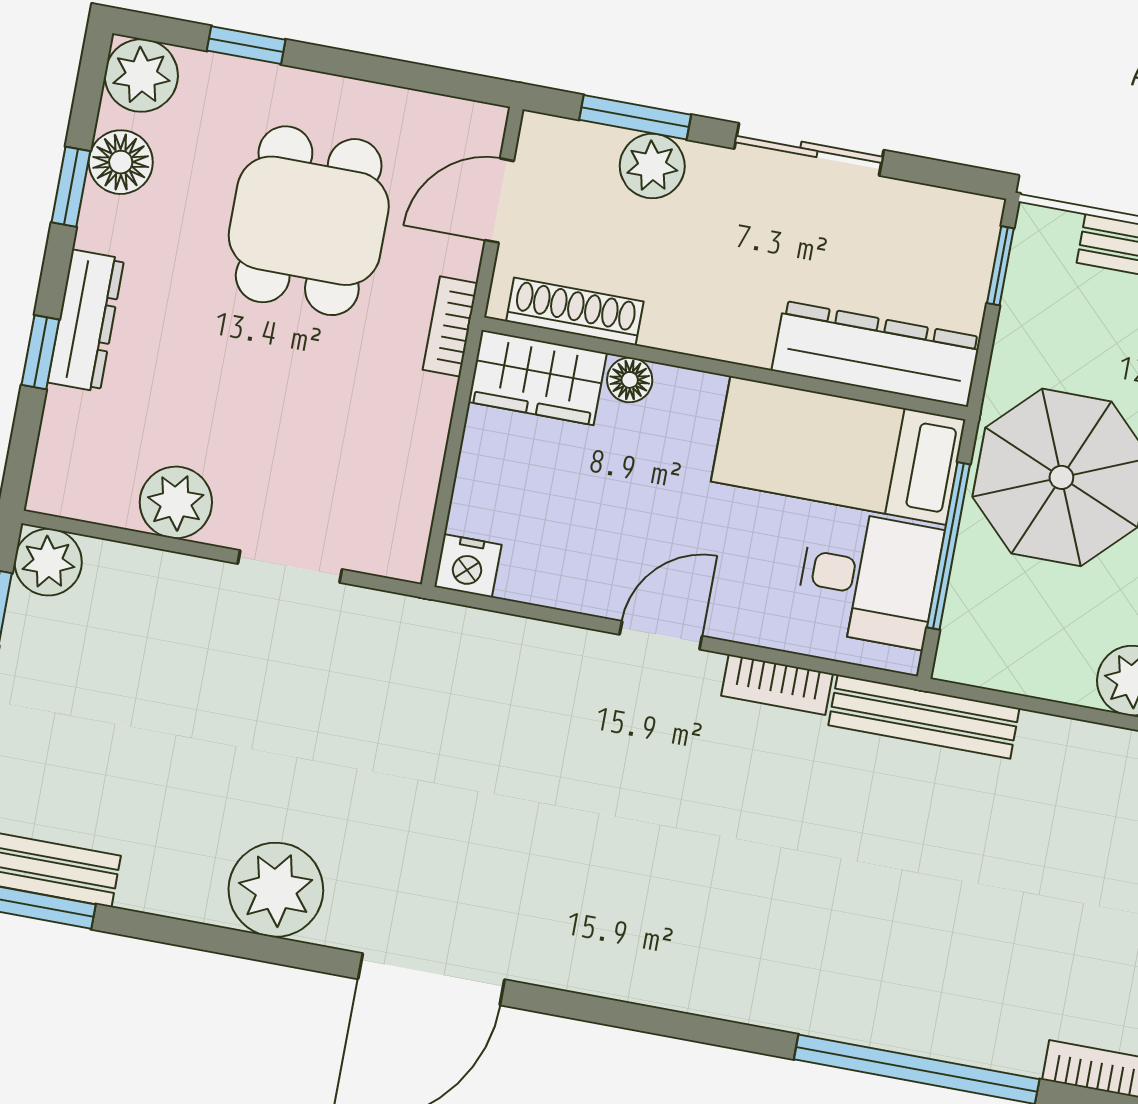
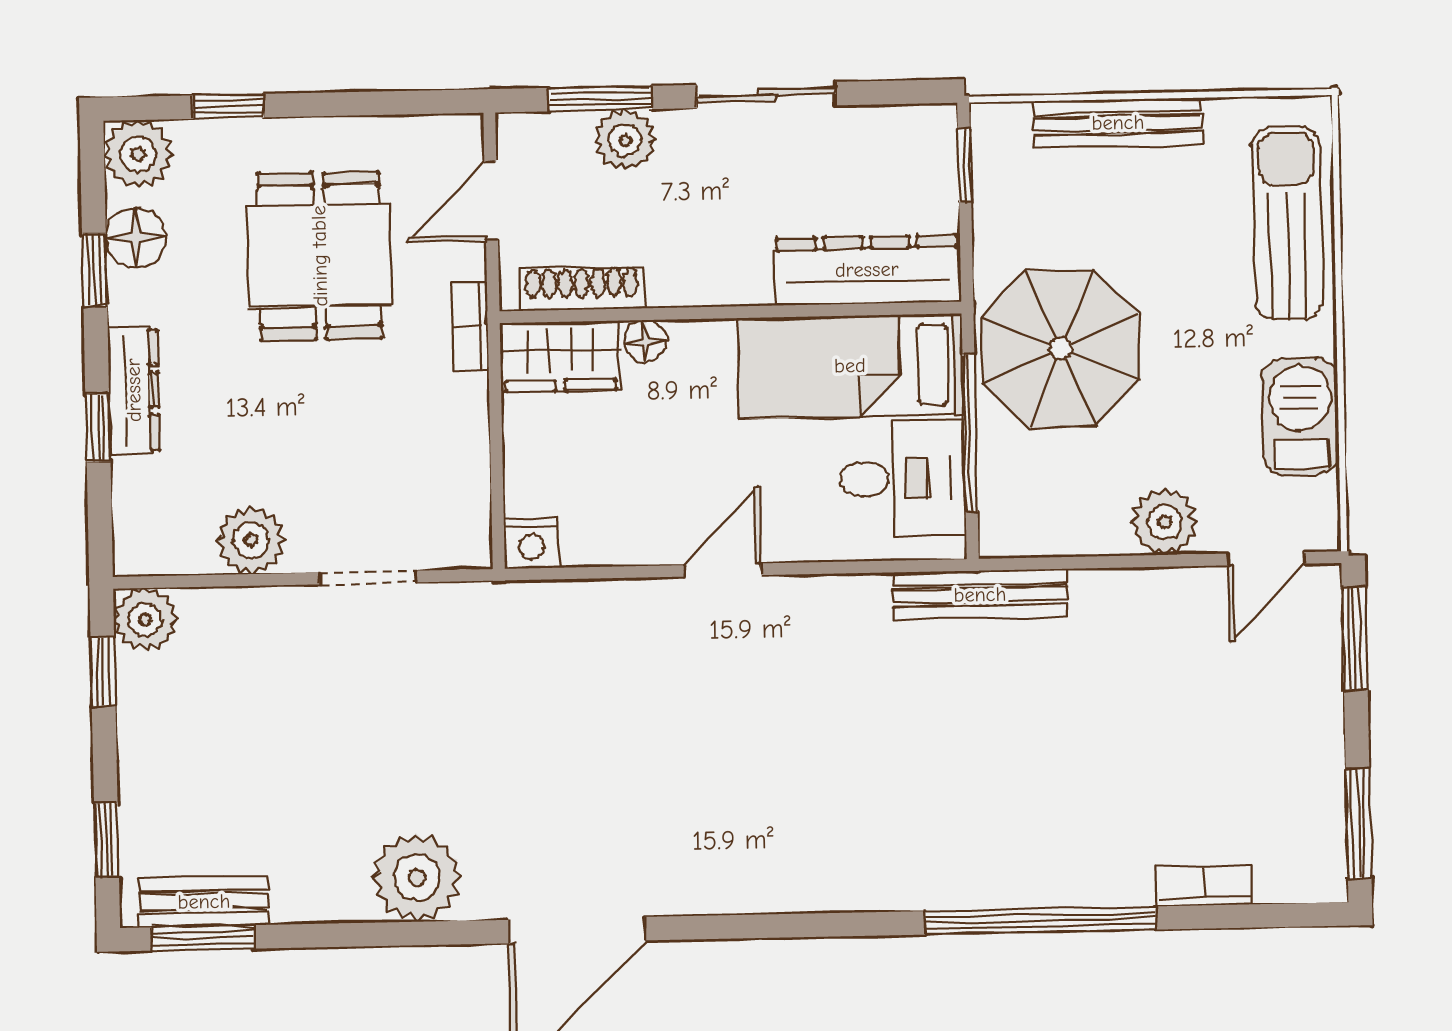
bookcase: (777, 685) -> (839, 593), removed

